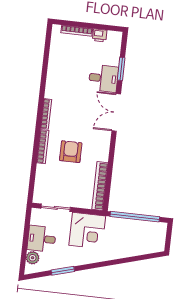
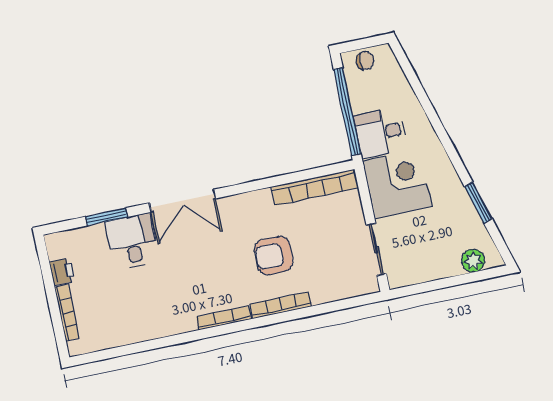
chair: (159, 235) -> (365, 61), added
desk: (42, 239) -> (381, 133), moved, turned 90

